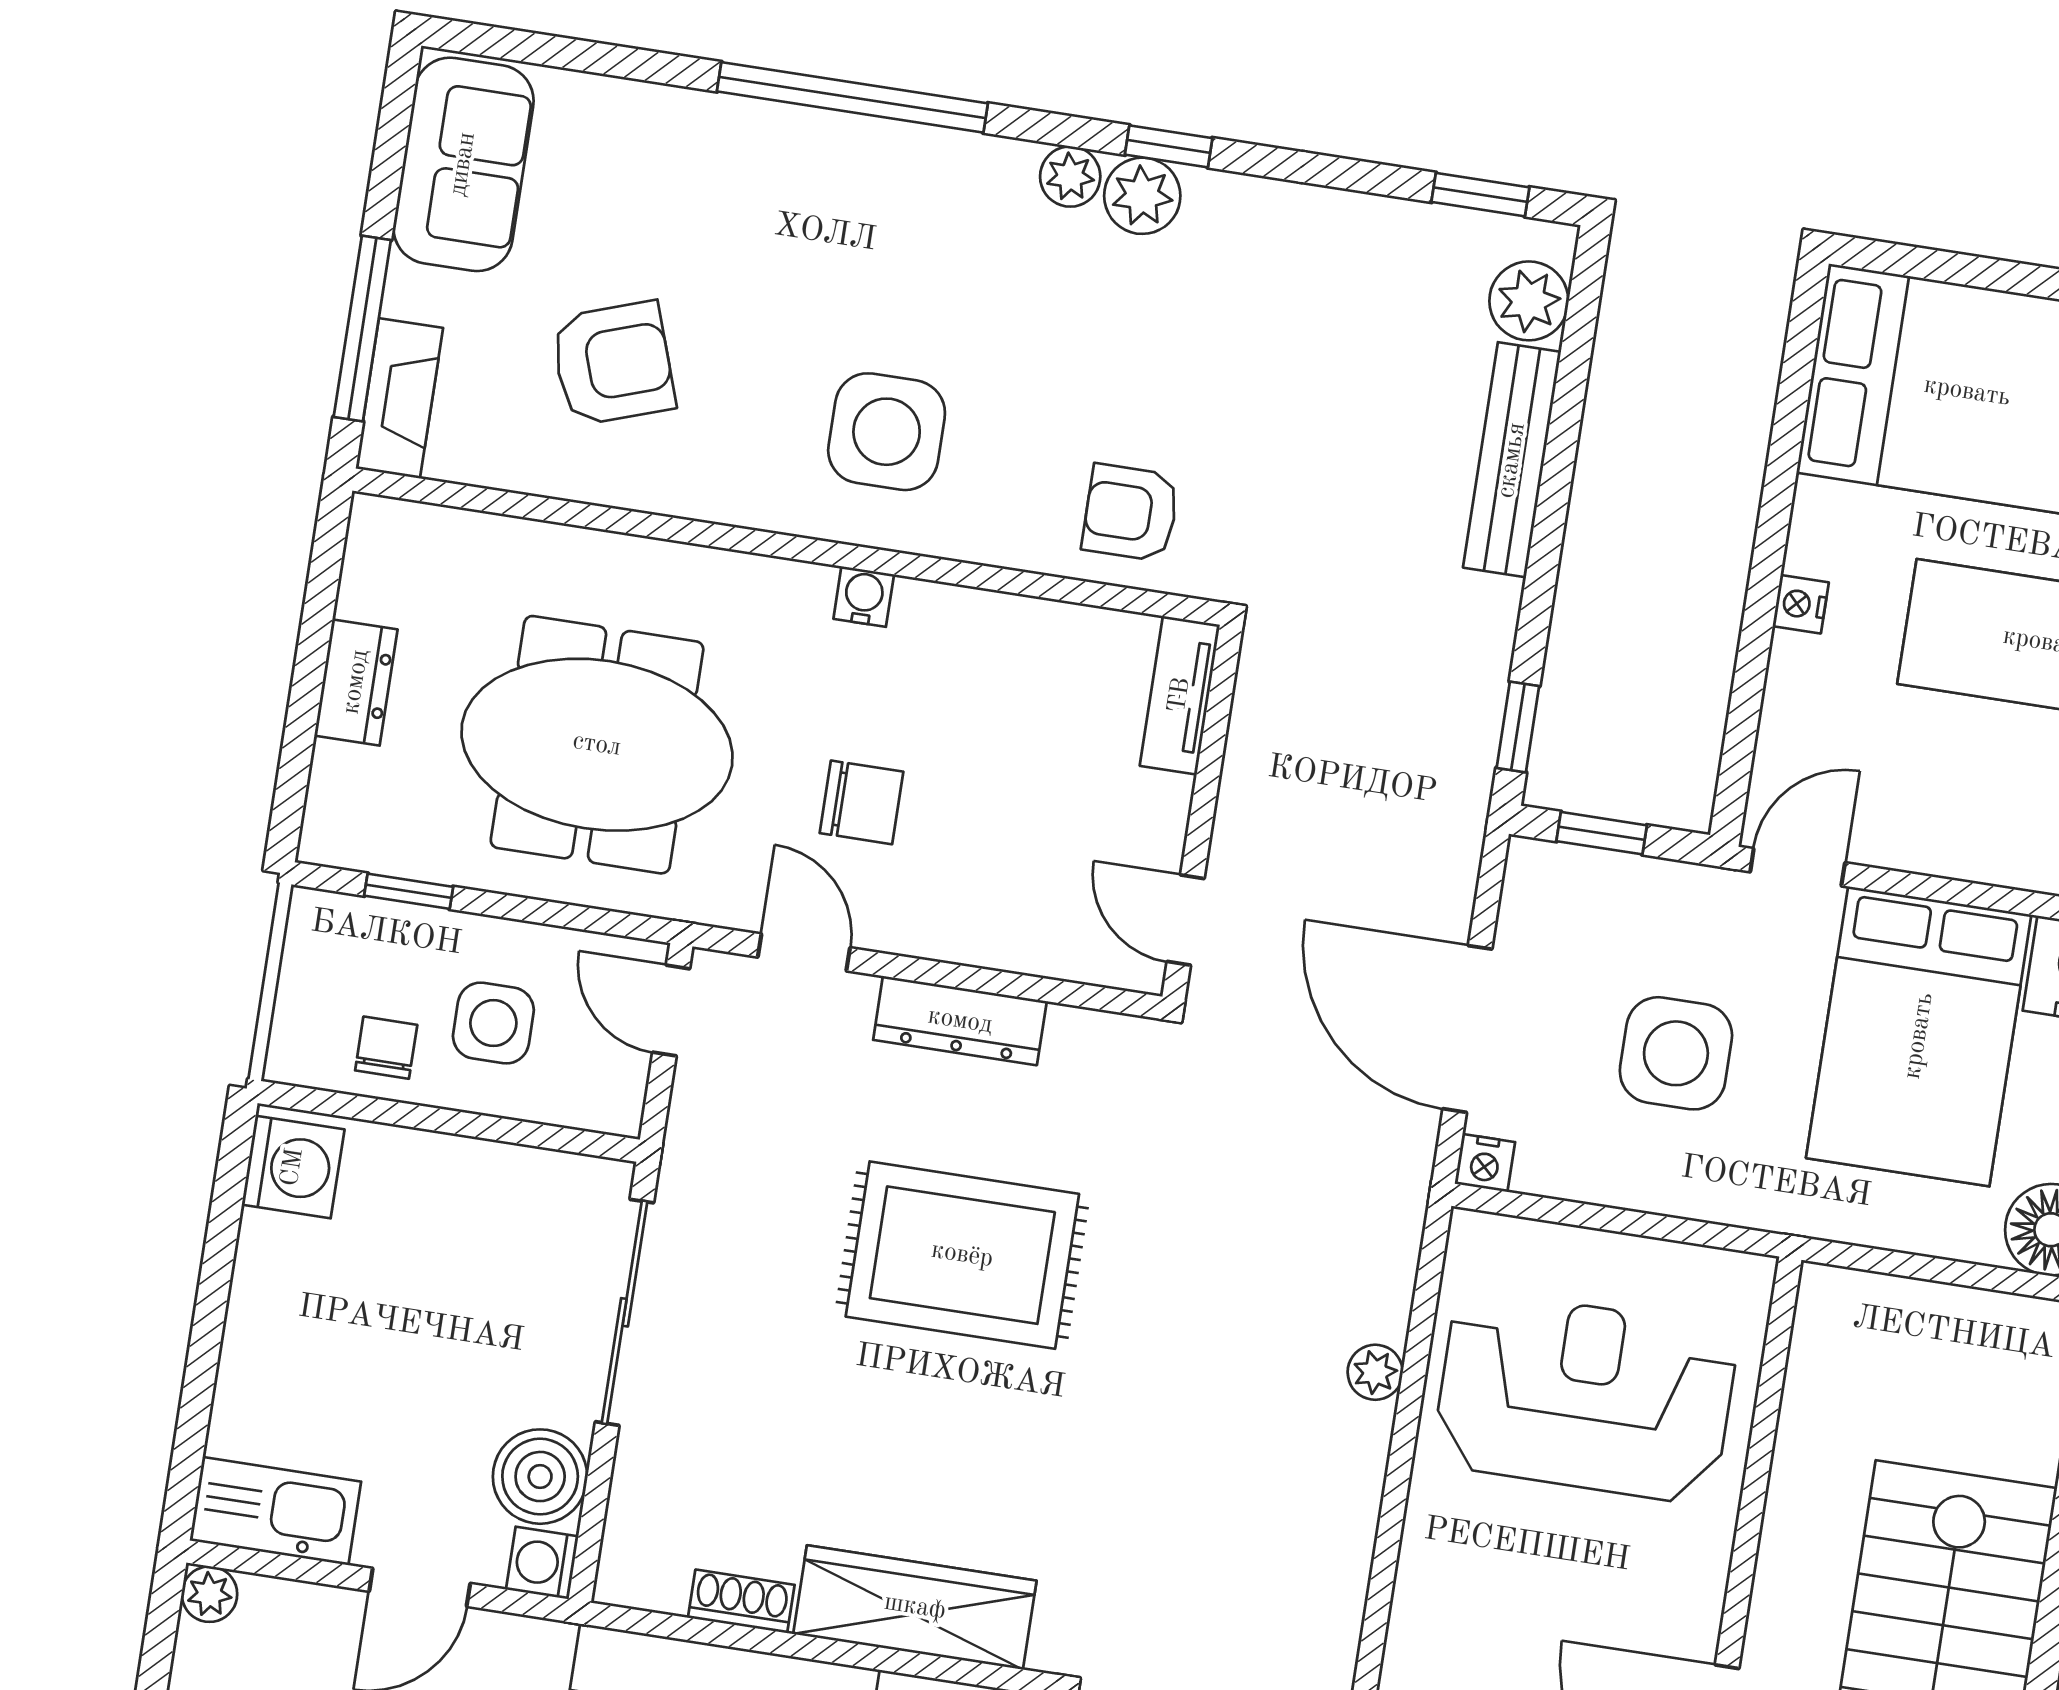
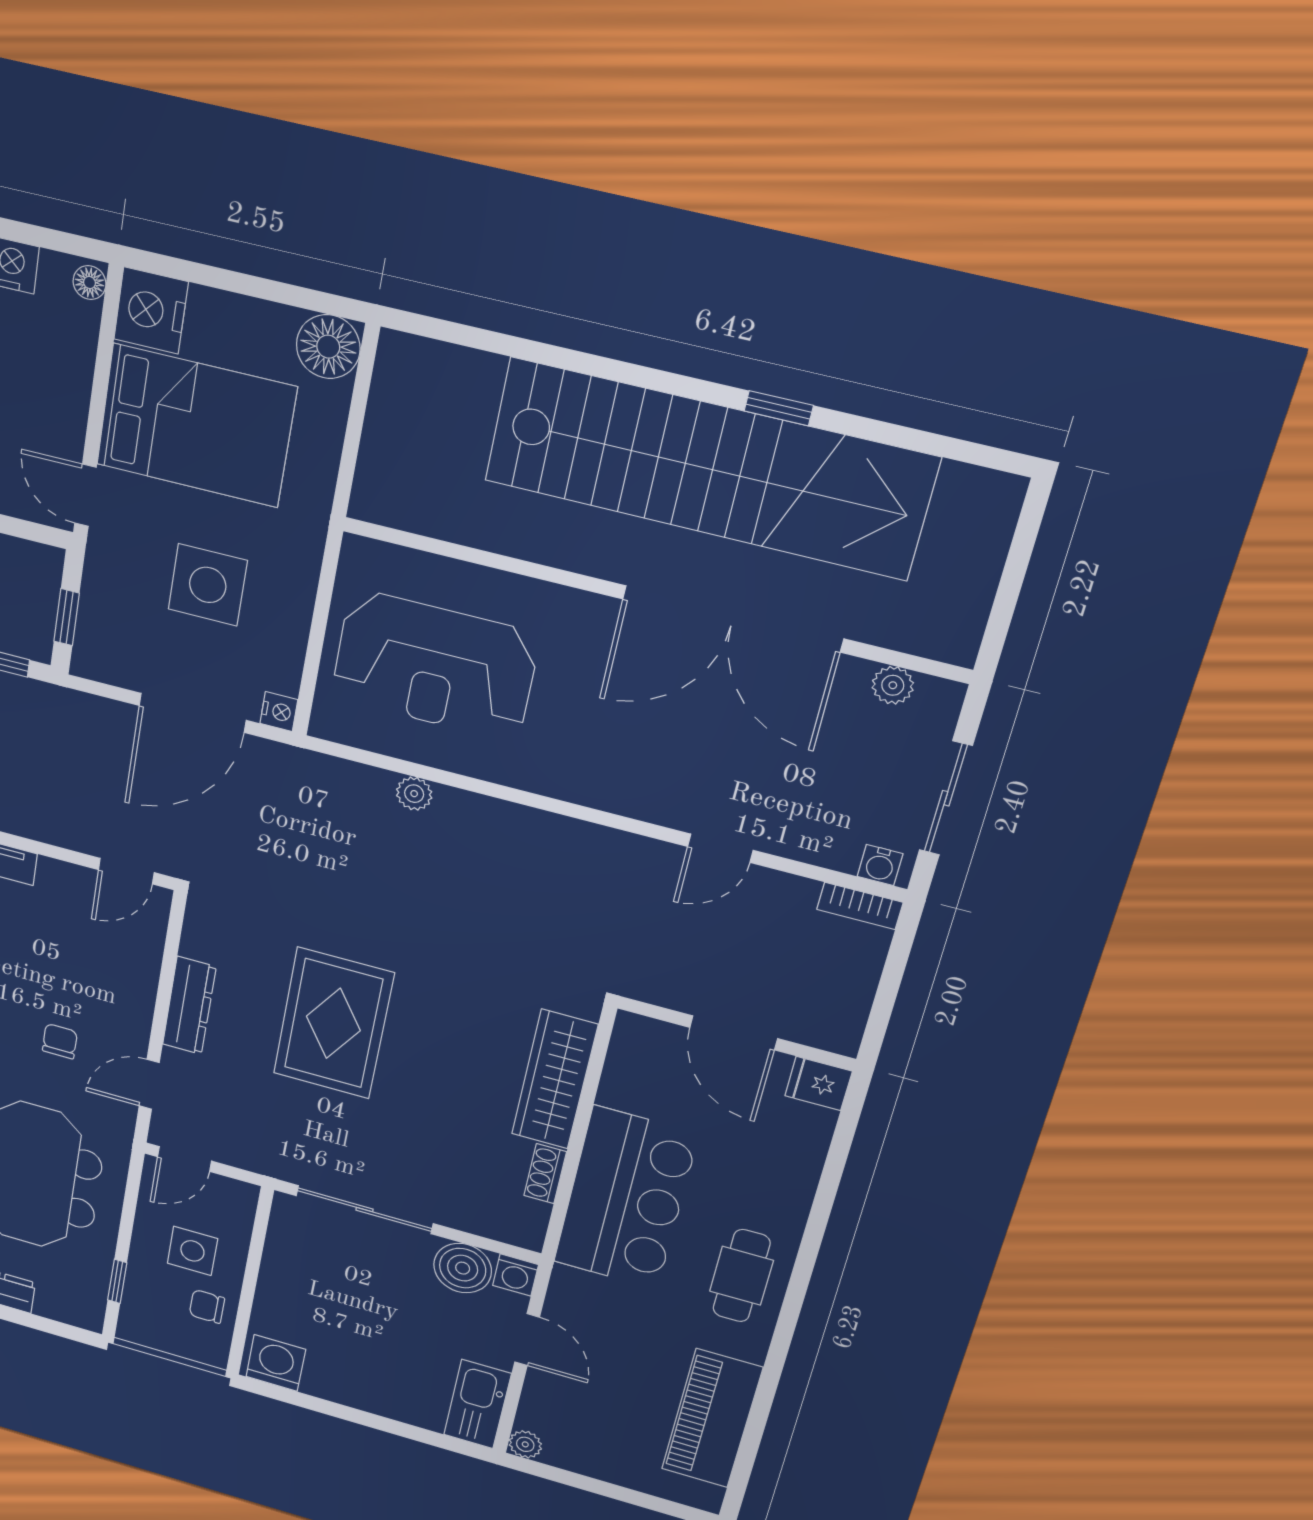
chair: (861, 802) -> (60, 1041), width x0.73, depth x0.73
reception desk: (1585, 1397) -> (435, 666), turned -90

